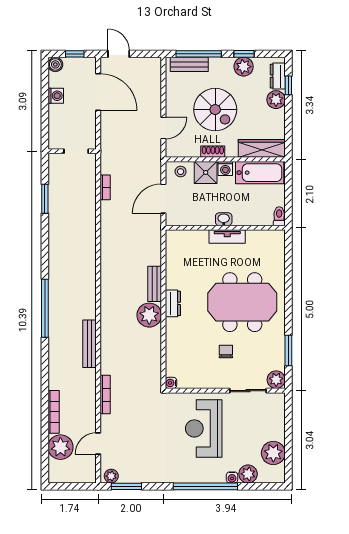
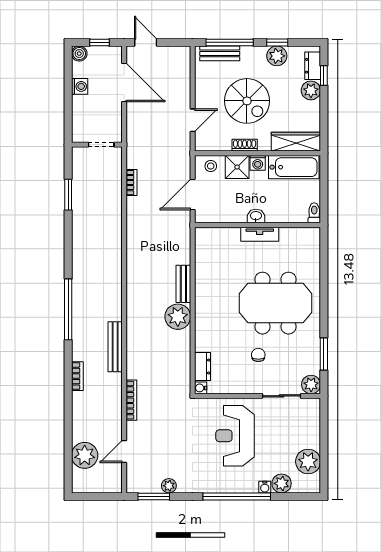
dresser: (173, 303) -> (203, 367), moved
bookcase: (54, 412) -> (77, 376), moved, width x0.64
plant: (111, 476) -> (169, 486), moved

